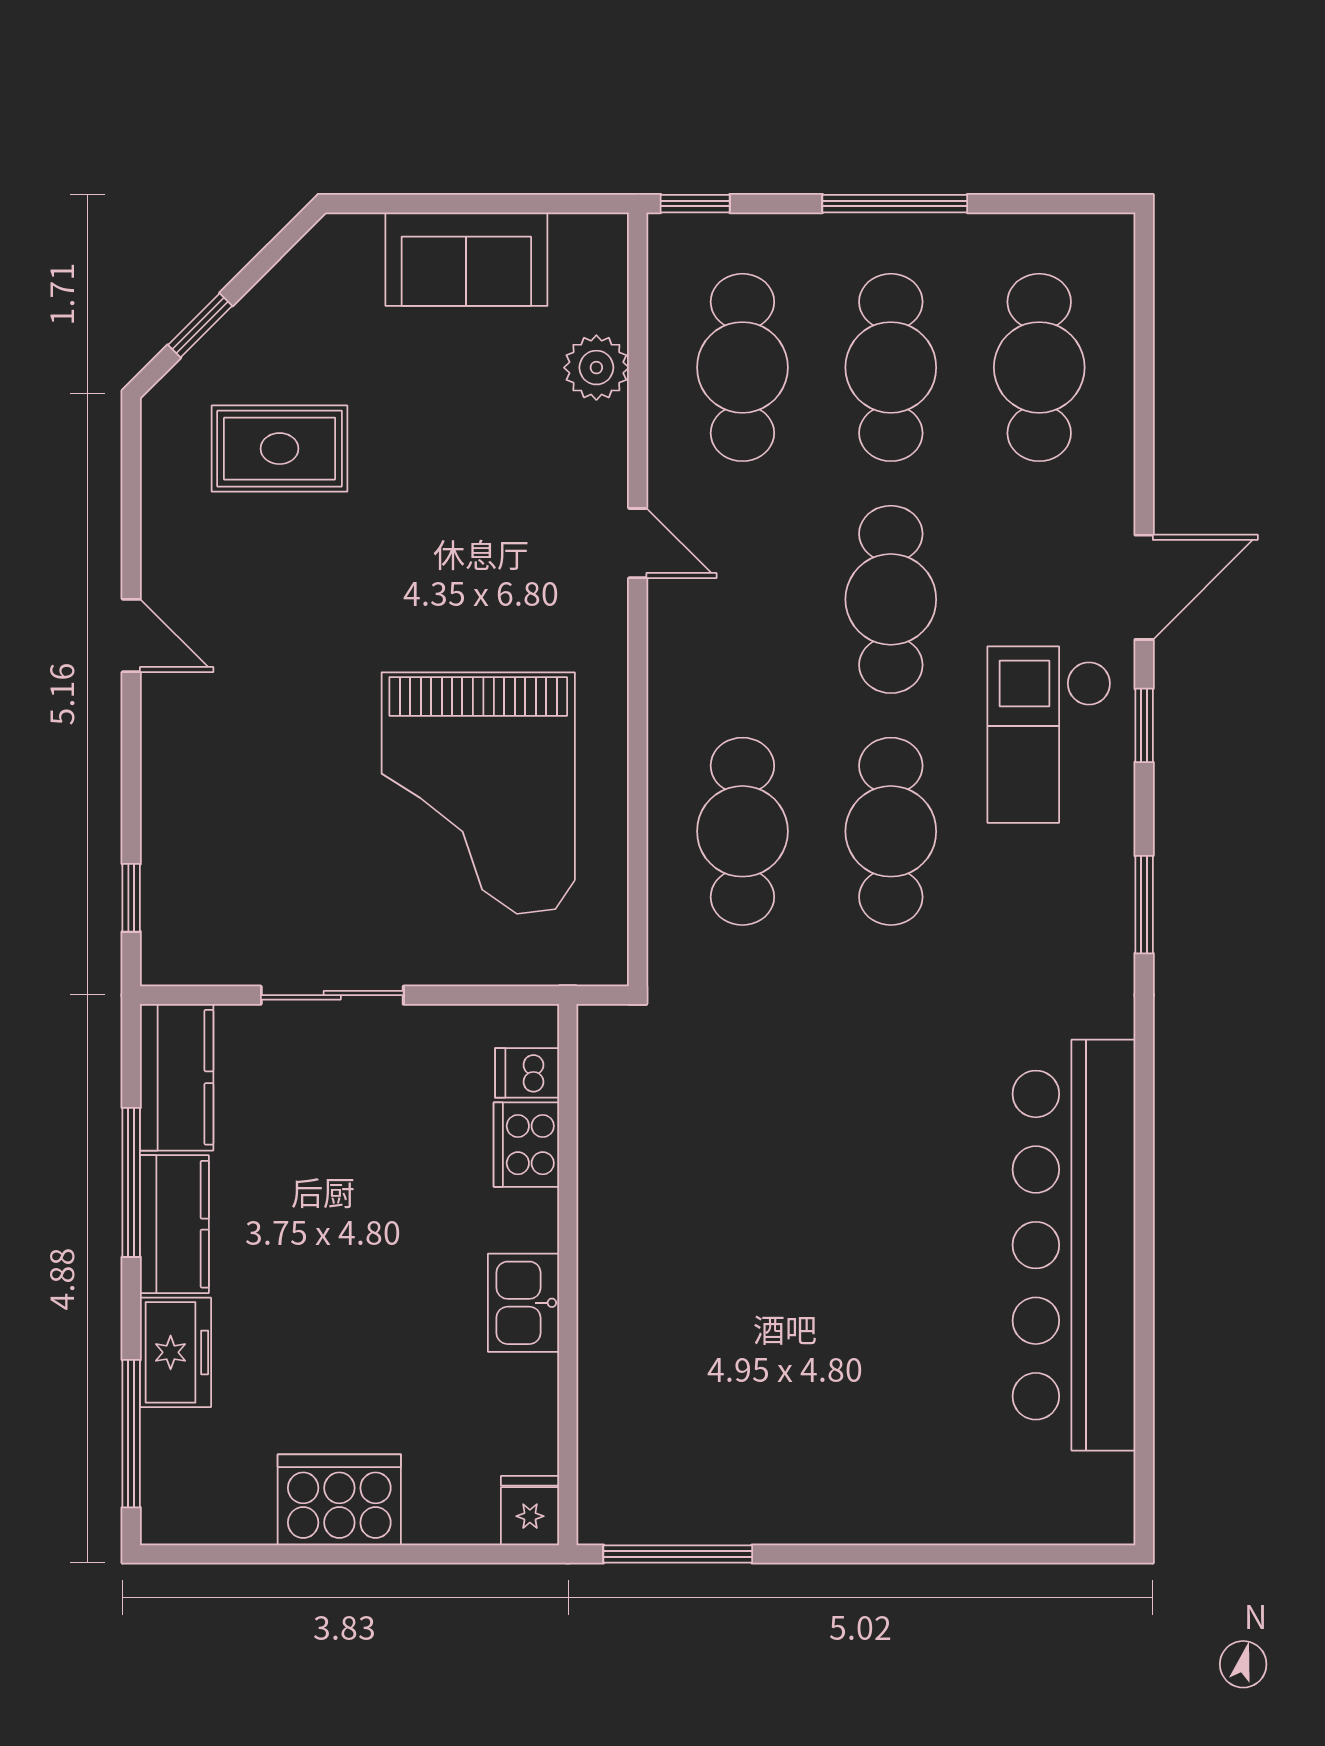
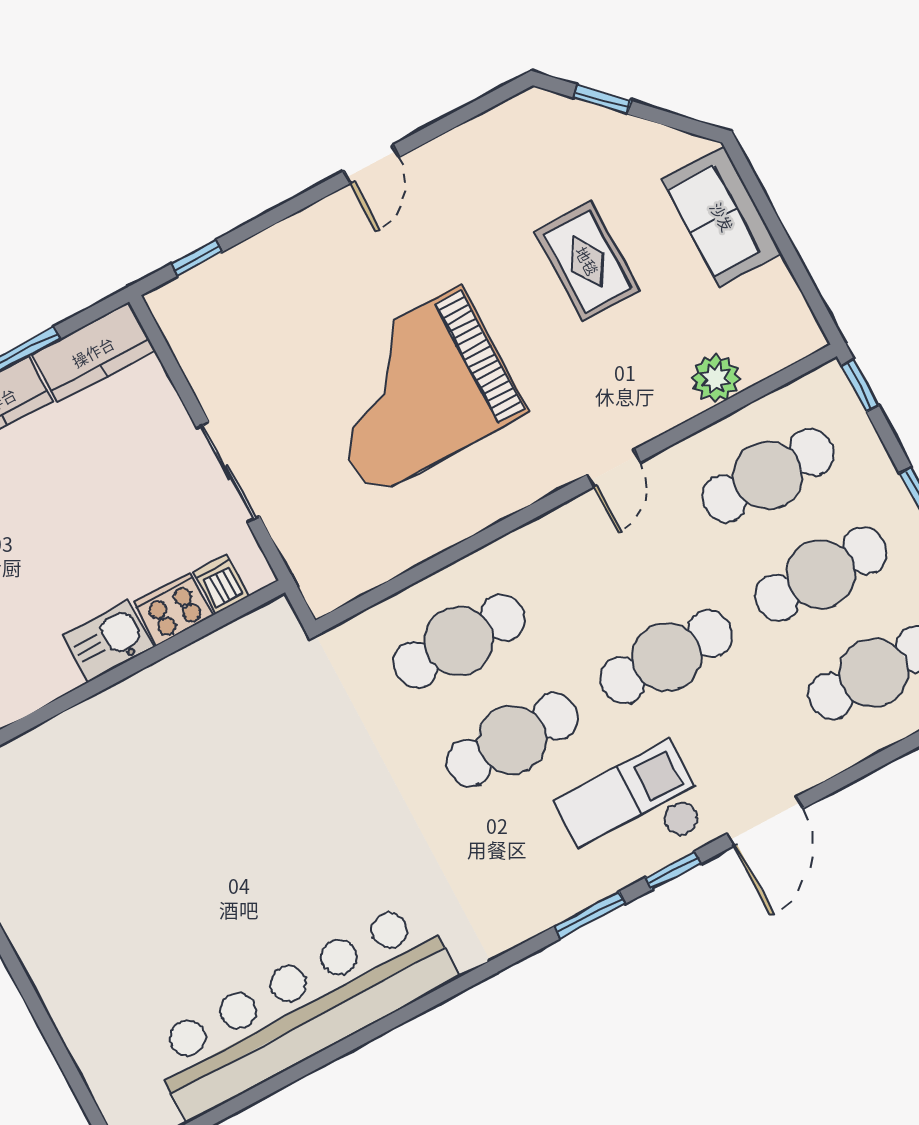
sofa: (466, 259) -> (722, 217), moved
rug: (280, 449) -> (587, 261), moved
door: (1144, 587) -> (765, 821), hinge flipped
grand piano: (478, 793) -> (415, 391), moved
window: (1144, 905) -> (590, 915), moved
sliding door: (332, 995) -> (228, 472), moved
kitchen sink: (523, 1303) -> (109, 641), moved

